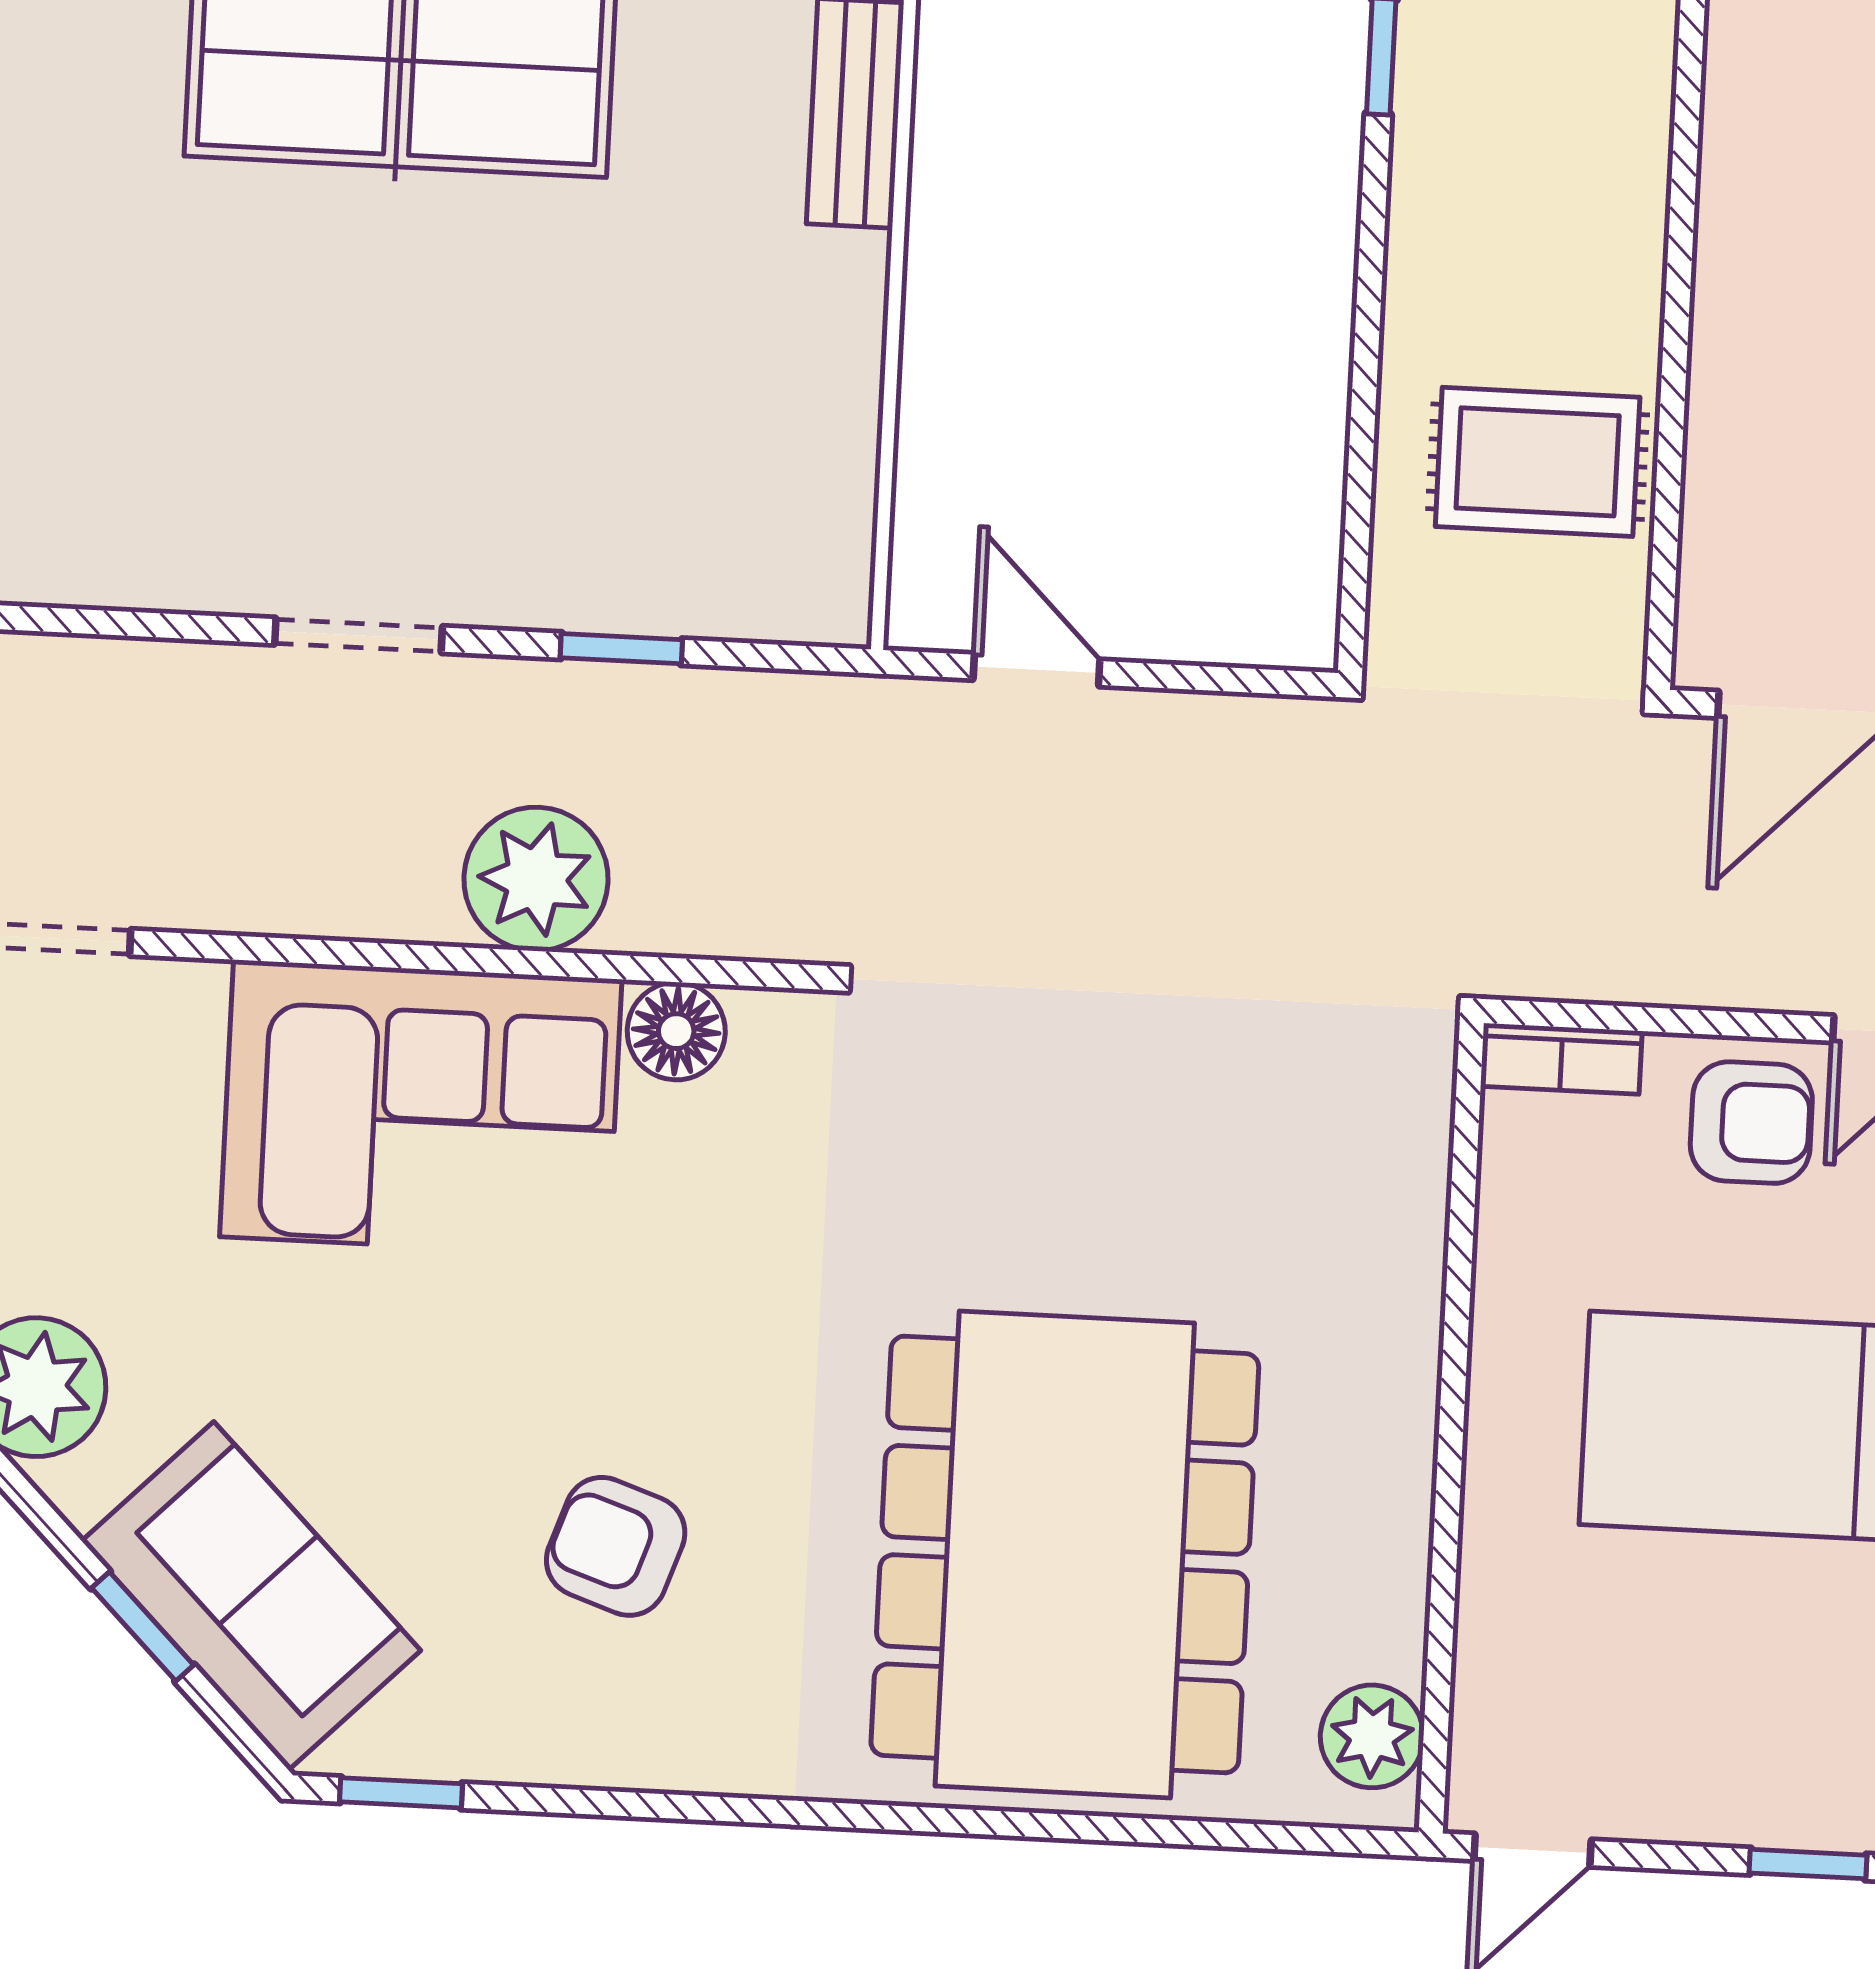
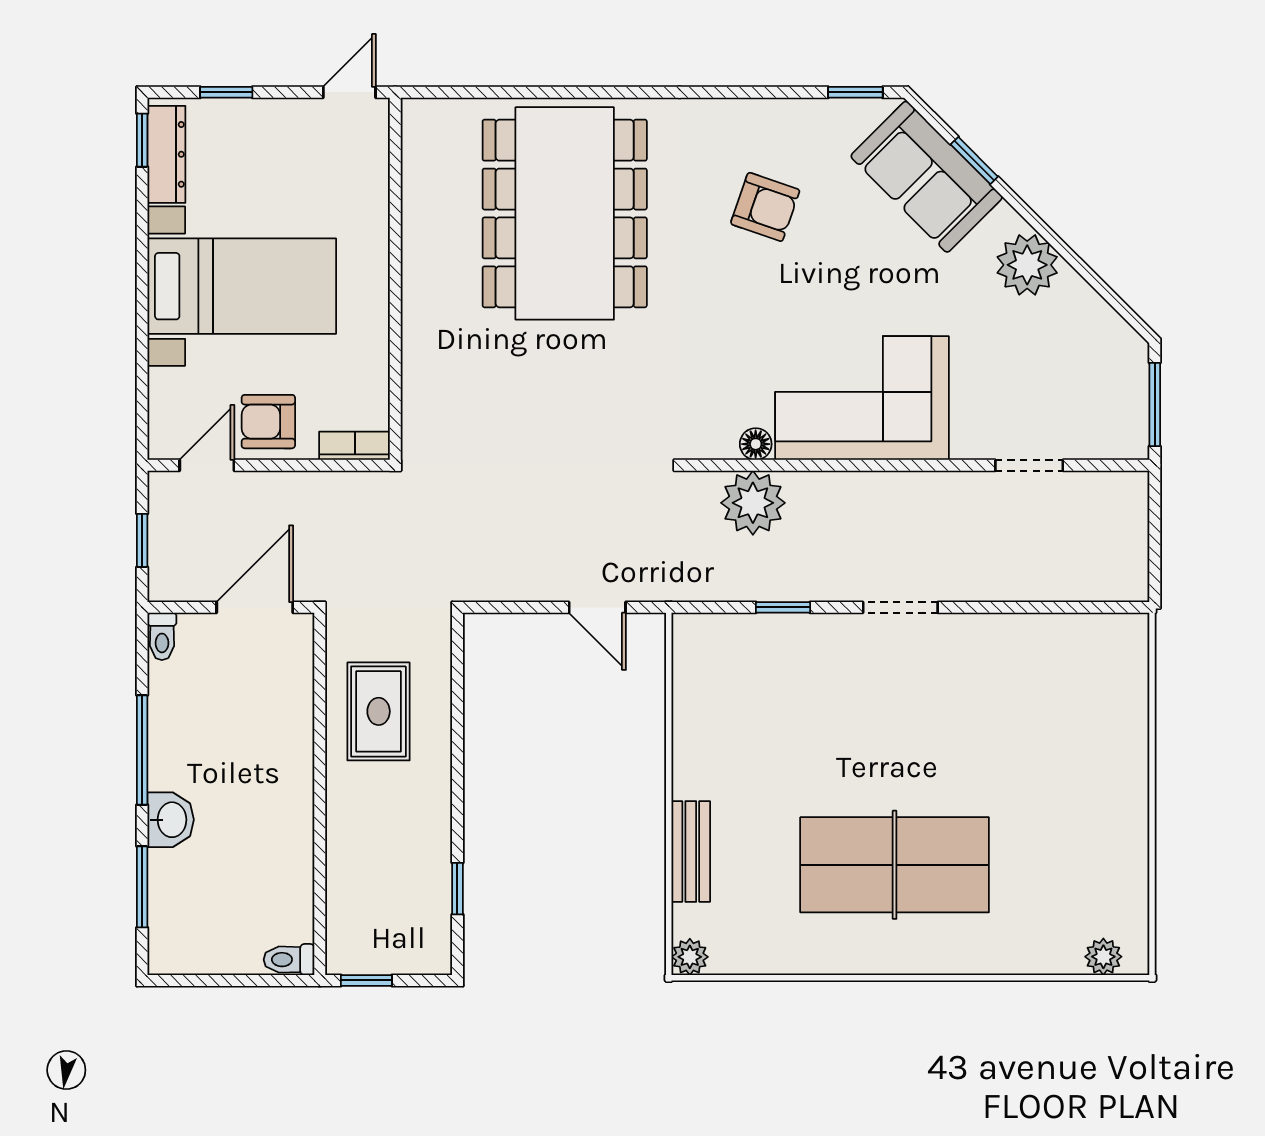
rug: (1538, 462) -> (379, 711), turned 90
plant: (536, 879) -> (753, 503), moved
floor lamp: (676, 1031) -> (756, 444), width x0.73, depth x0.73
plant: (1372, 1736) -> (424, 139), removed

